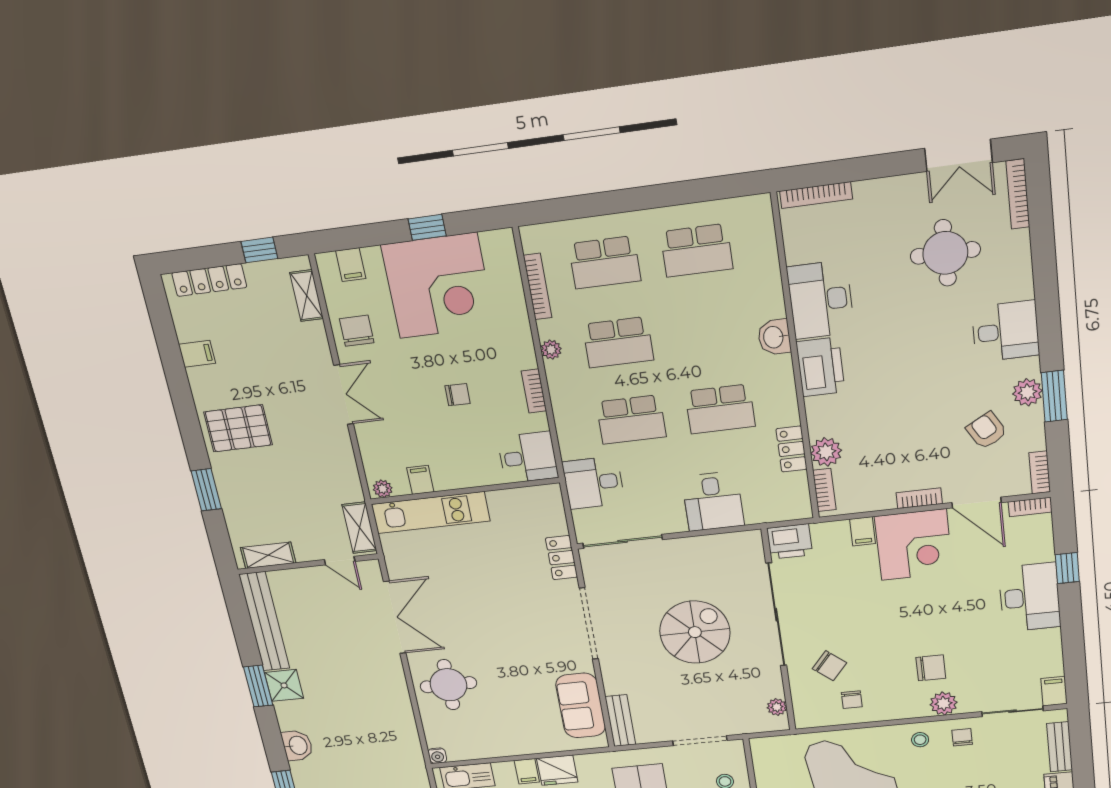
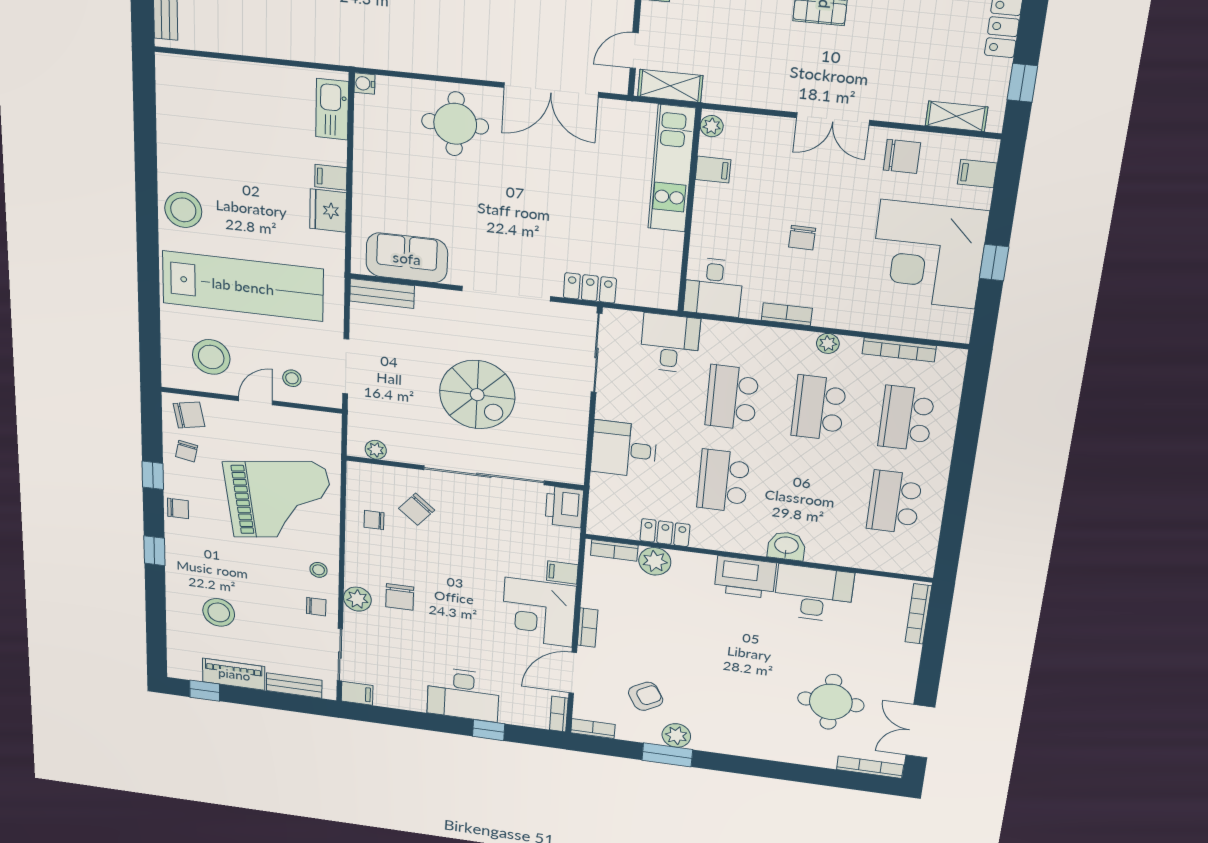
desk: (1006, 331) -> (741, 731), removed

